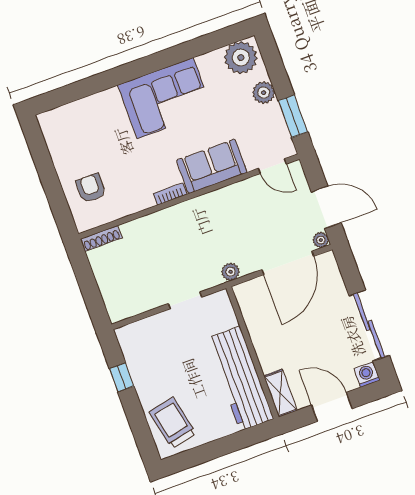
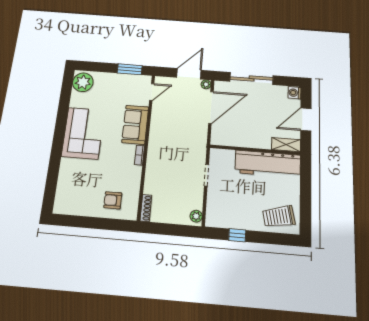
plant: (264, 93) -> (109, 79), removed
door: (288, 263) -> (211, 107), hinge flipped
plant: (231, 272) -> (196, 216), moved
sliding door: (369, 325) -> (252, 79), moved

